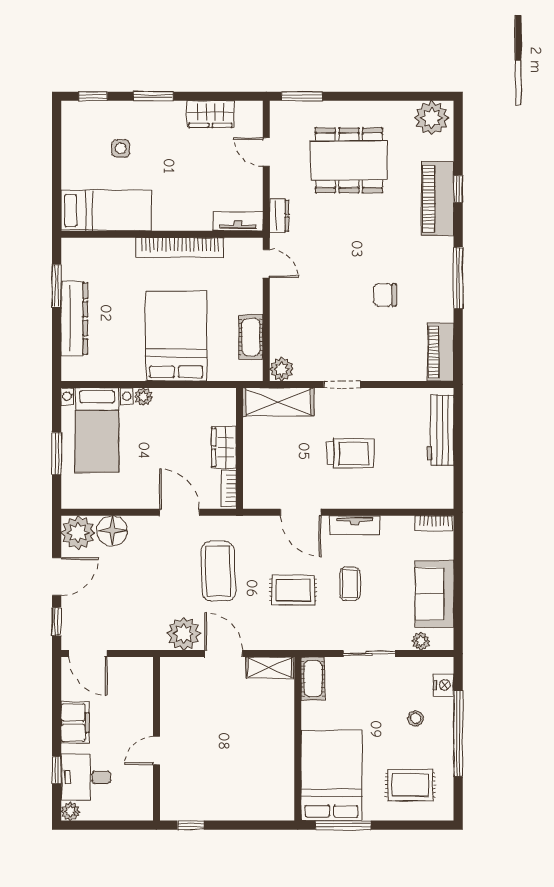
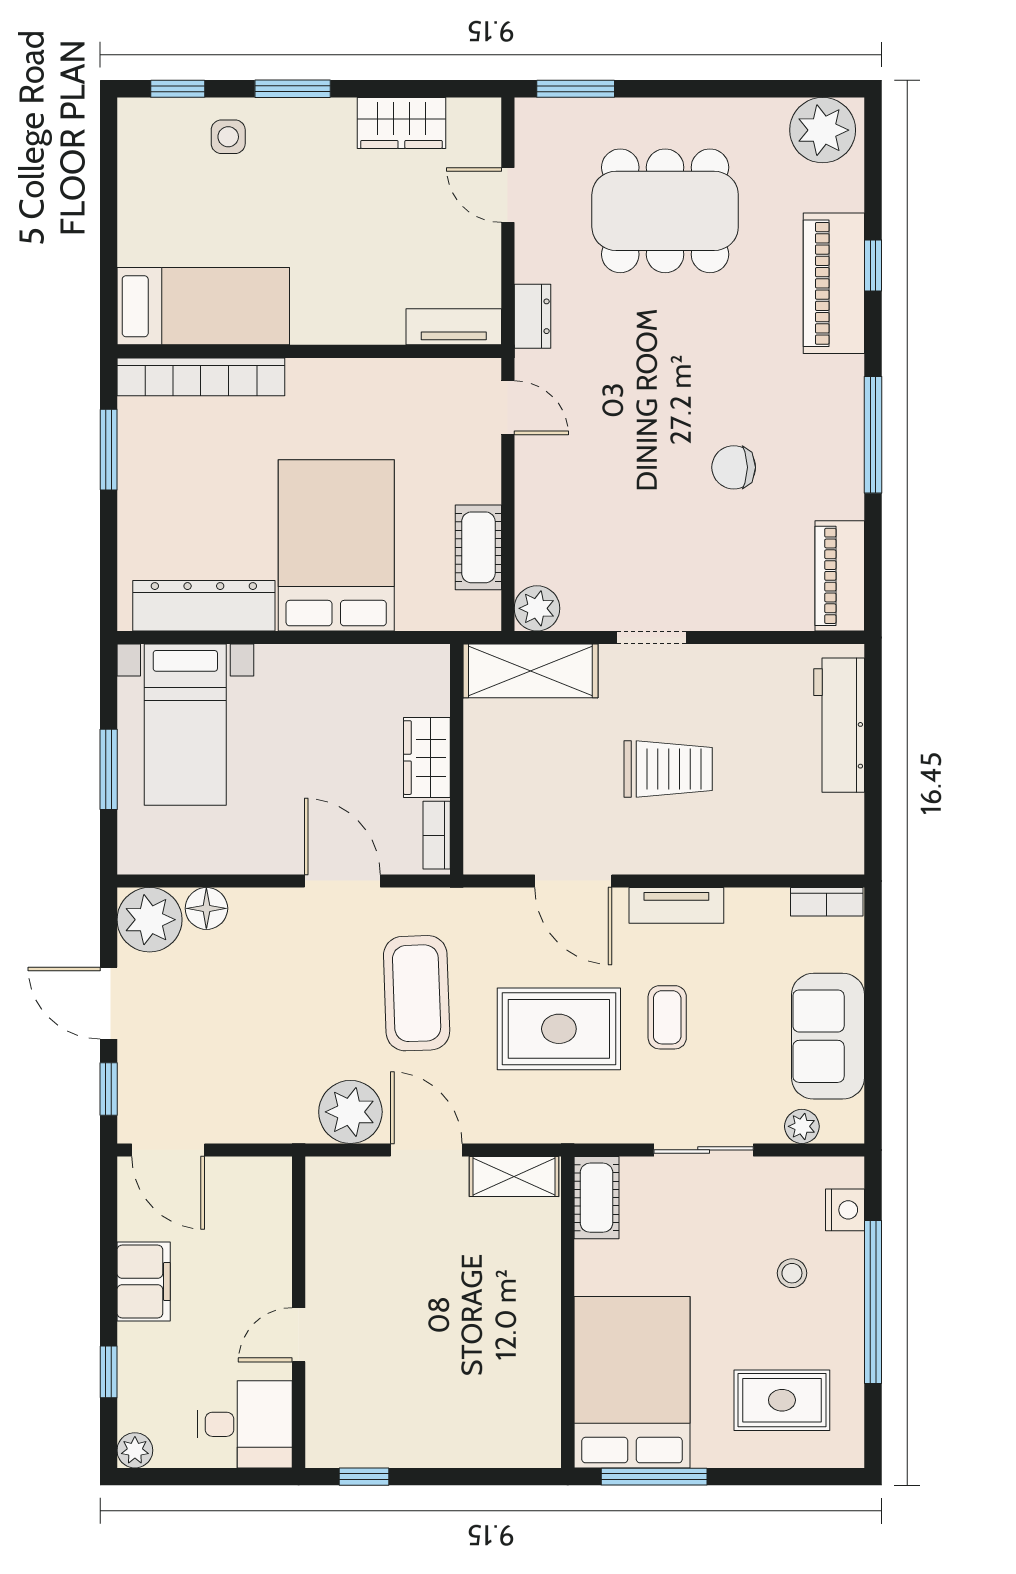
side table: (121, 148) -> (228, 137), moved
bookcase: (180, 248) -> (201, 377), moved
dresser: (74, 319) -> (204, 606), moved, turned -90
plant: (144, 397) -> (274, 661), removed
floor lamp: (112, 531) -> (206, 908), width x0.73, depth x0.73
door: (57, 576) -> (109, 1003), swing flipped
rug: (293, 590) -> (559, 1029), width x1.36, depth x1.43
desk: (86, 777) -> (245, 1424), moved, turned 180

